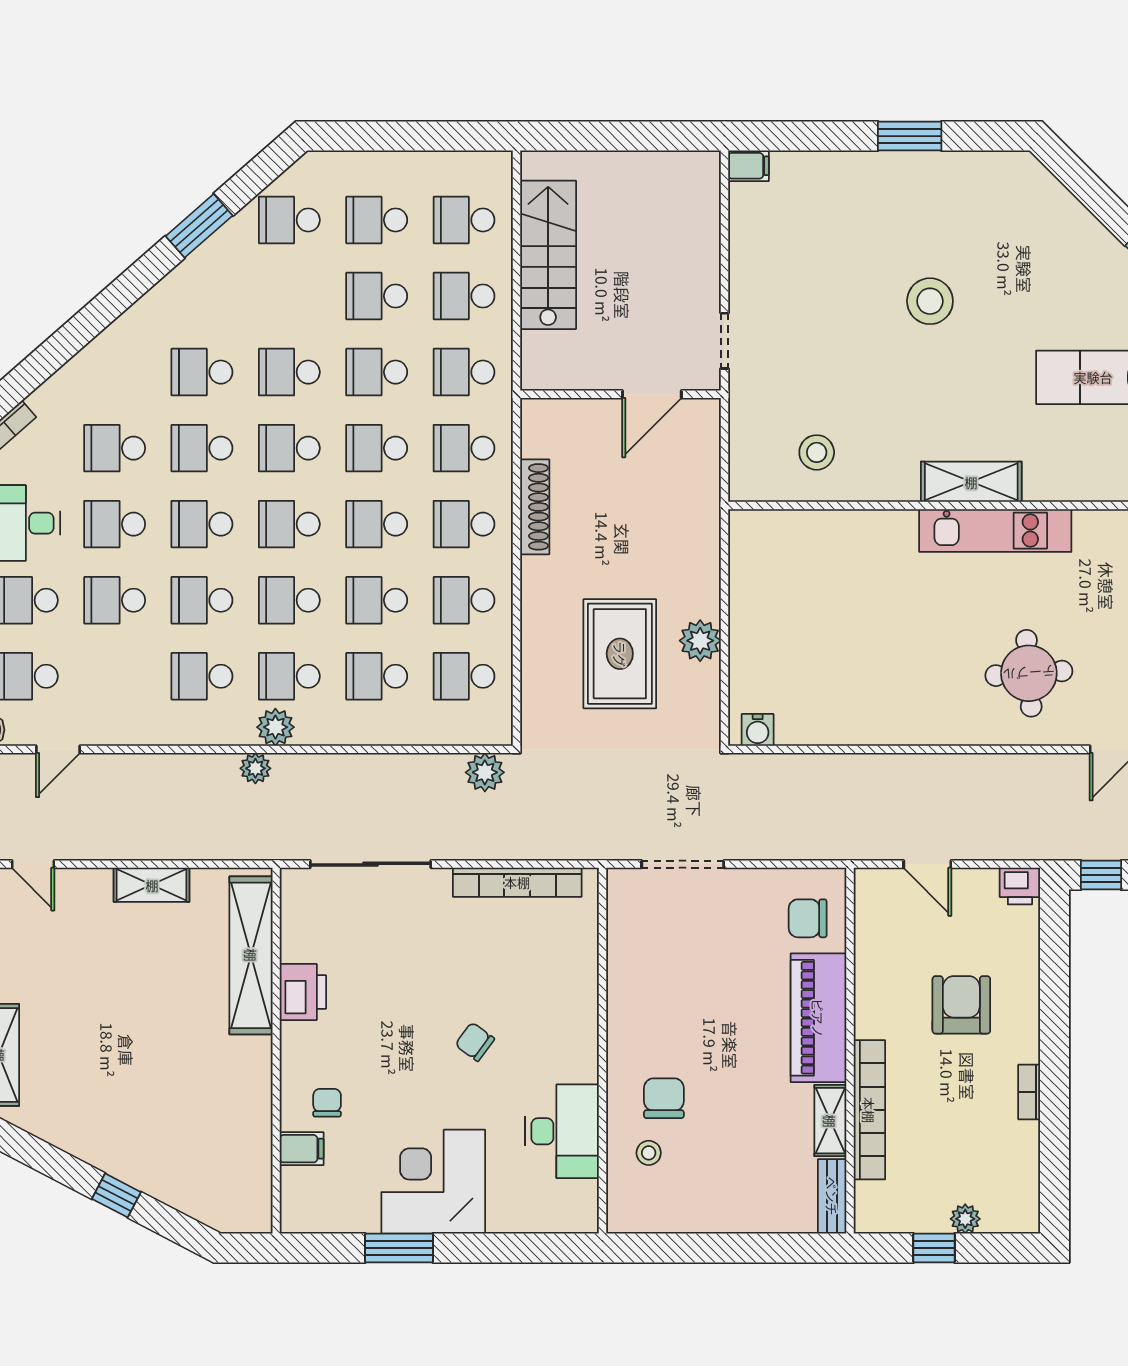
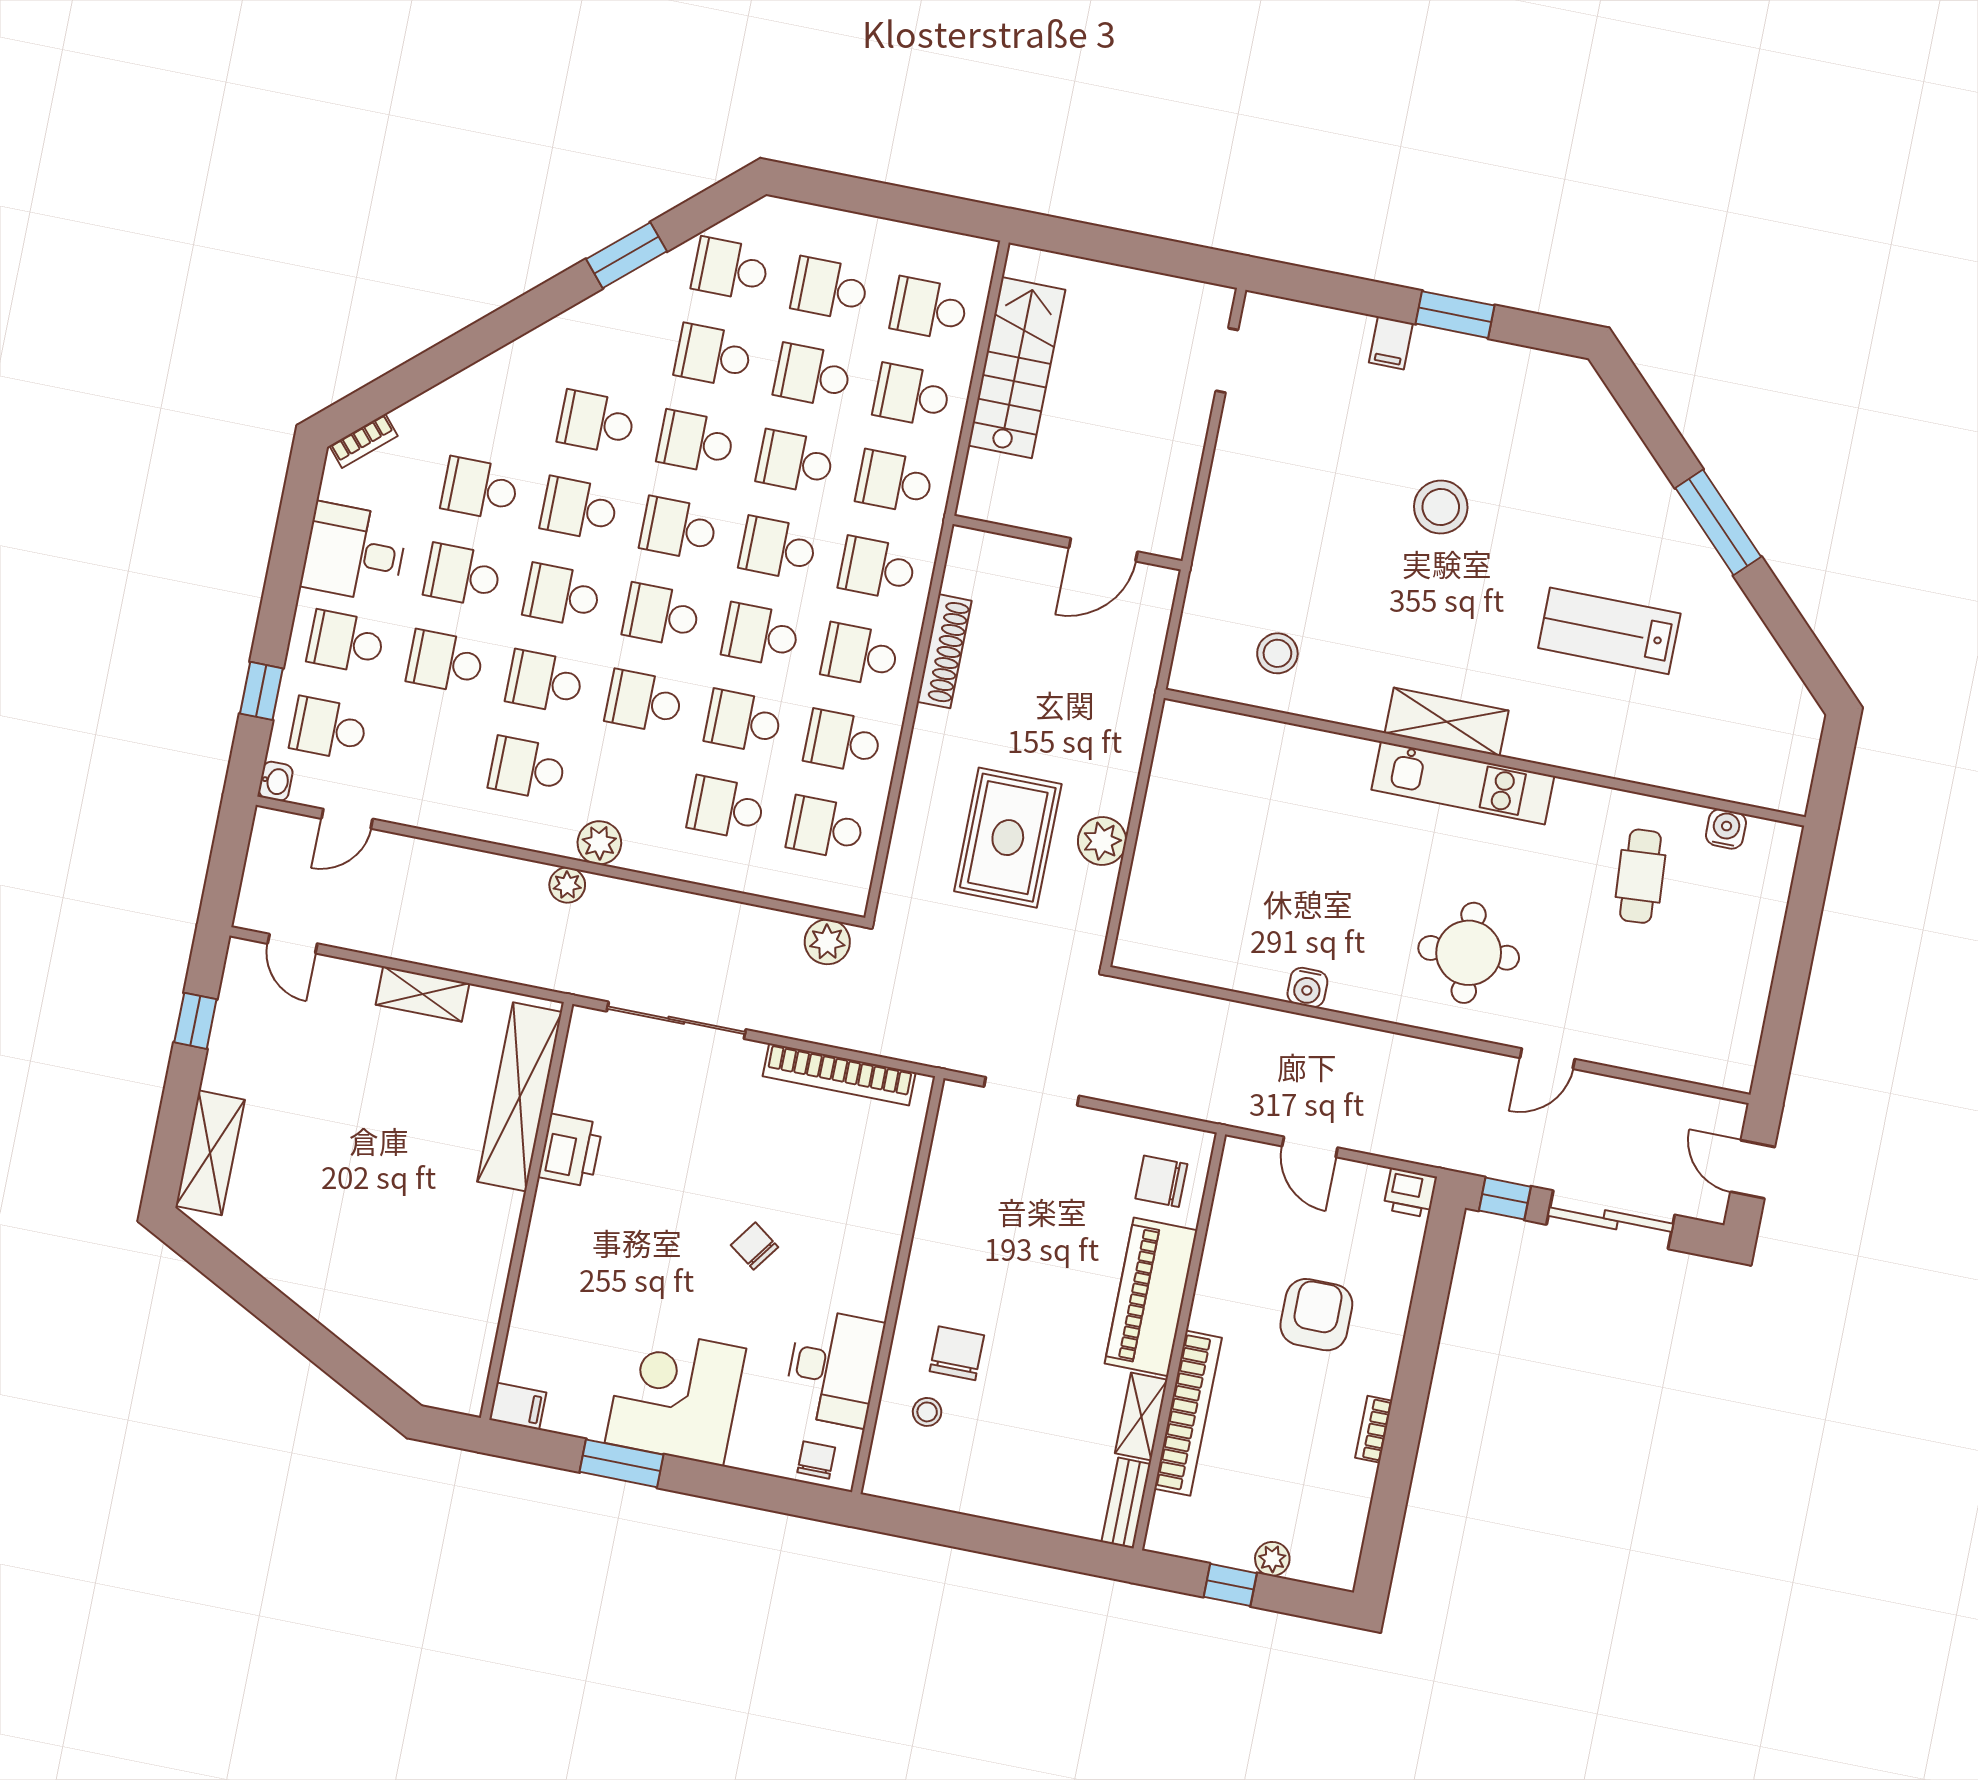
filing cabinet: (748, 166) -> (1391, 343), moved, turned 90
doorway: (724, 341) -> (1227, 360), moved
school desk: (289, 676) -> (713, 356), moved
water cooler: (758, 730) -> (1307, 988), moved
chair: (327, 1103) -> (816, 1460), moved
filing cabinet: (302, 1149) -> (518, 1406), moved
window: (116, 1195) -> (312, 1339), removed

